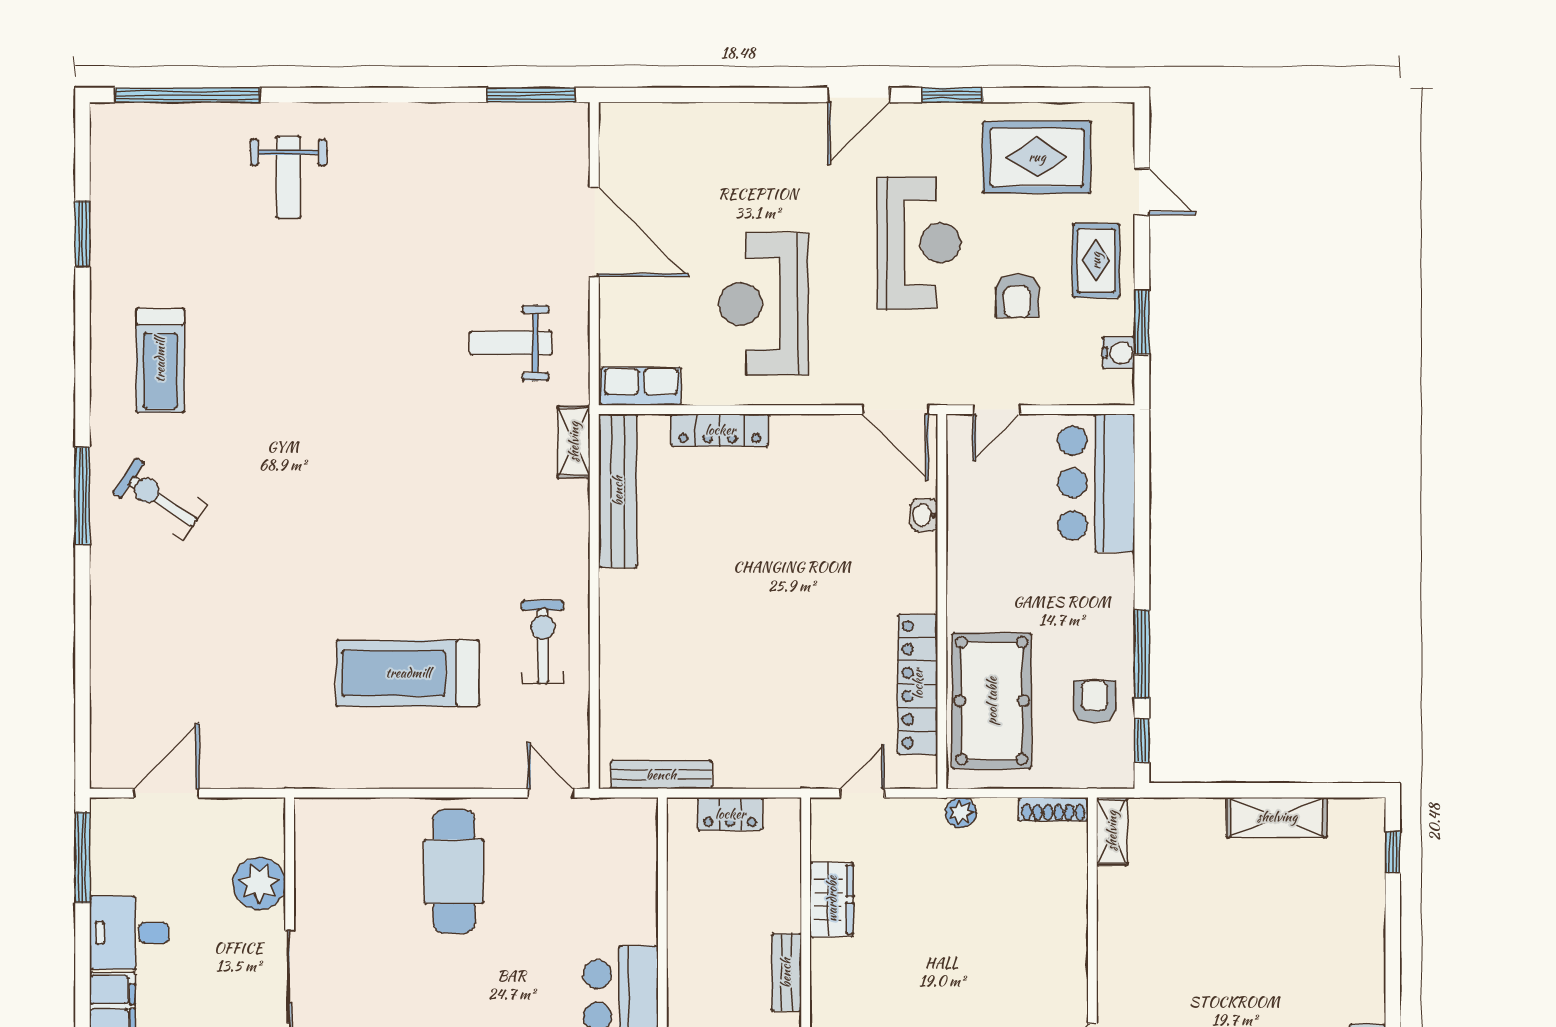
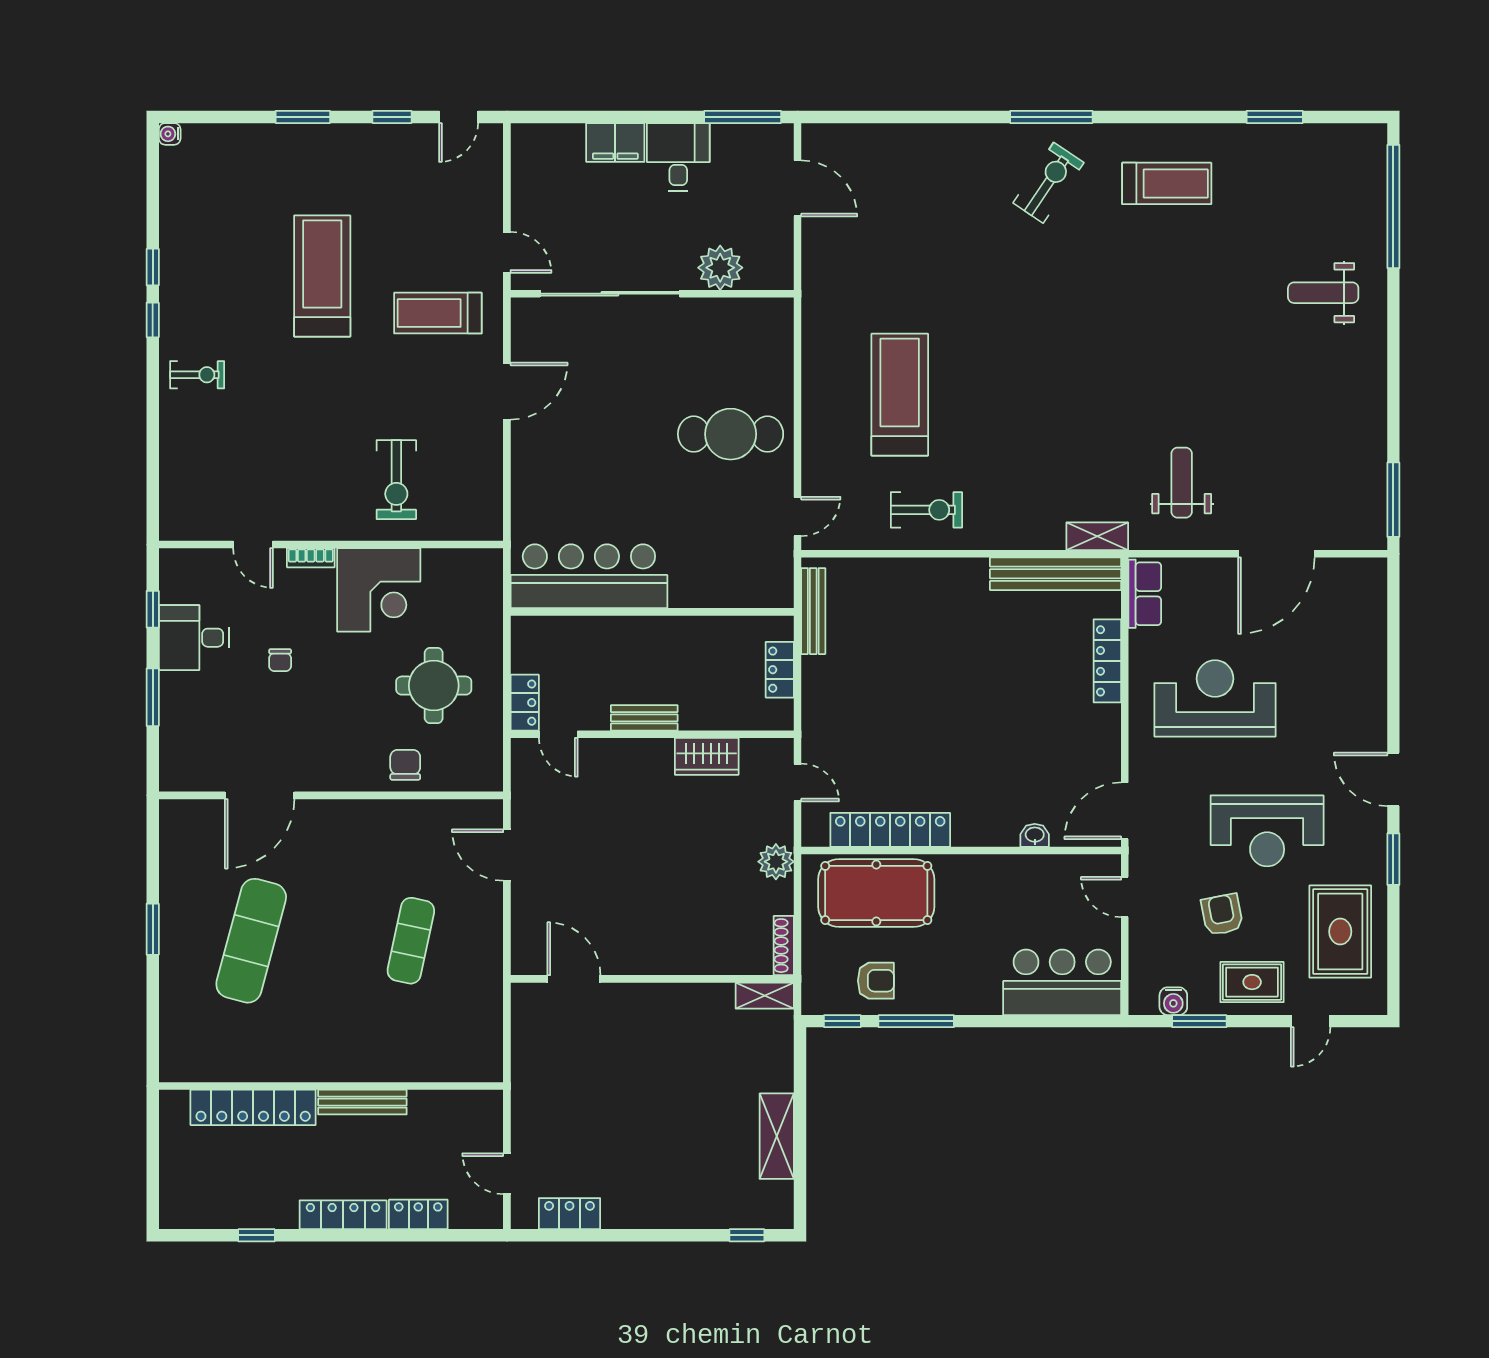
armchair: (1017, 296) -> (1222, 915), turned 79
treadmill: (160, 360) -> (1167, 183), turned 180
plant: (961, 813) -> (776, 862), width x1.38, depth x1.38

